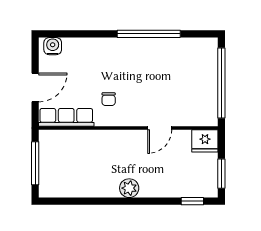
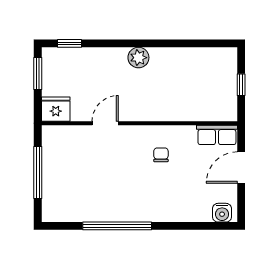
window: (221, 83) -> (38, 172), width x0.68
row of seats: (66, 117) -> (217, 135), width x0.68
window: (35, 163) -> (241, 85), width x0.46

